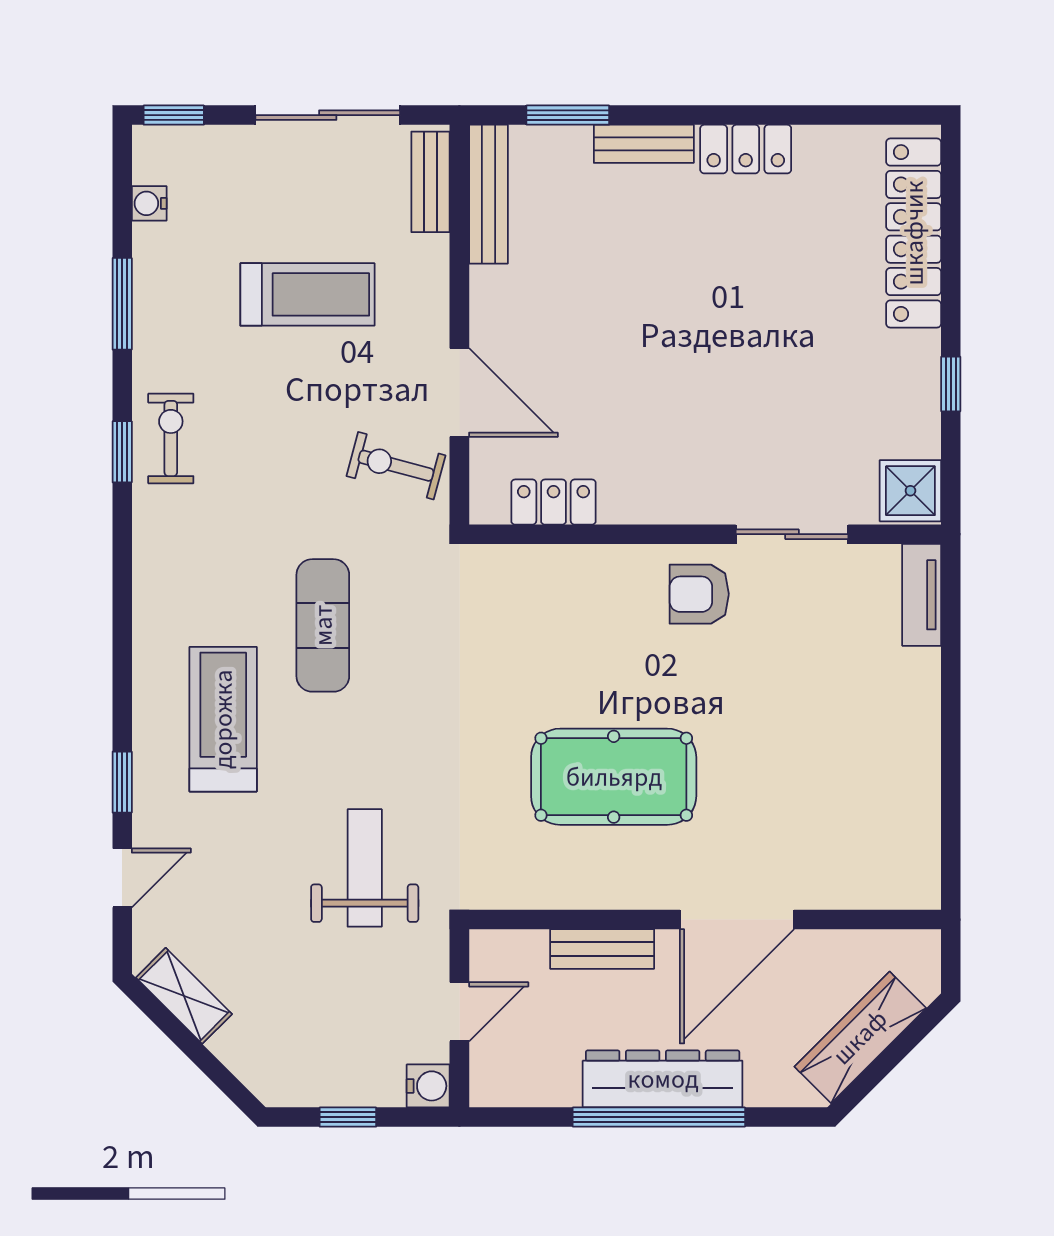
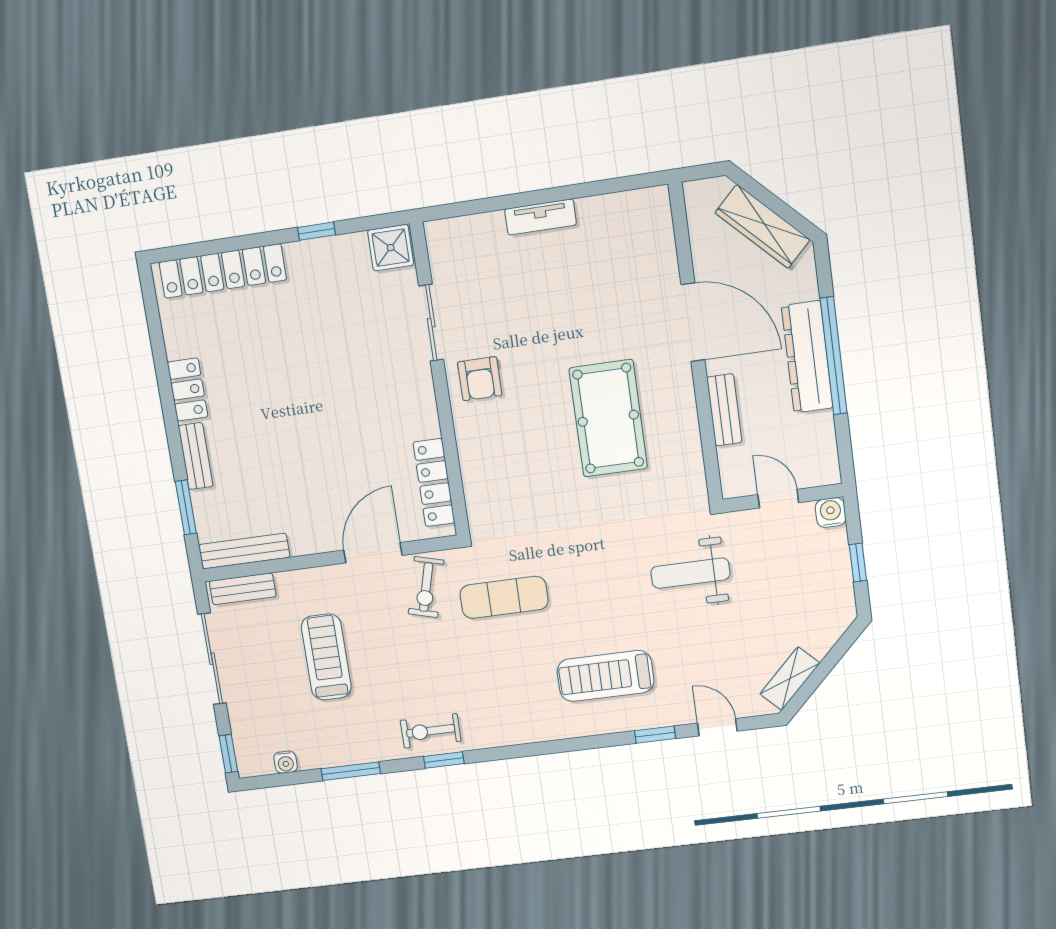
locker: (553, 502) -> (434, 483), width x1.53
tv unit: (922, 595) -> (540, 217), moved
exercise mat: (323, 625) -> (504, 597), moved

